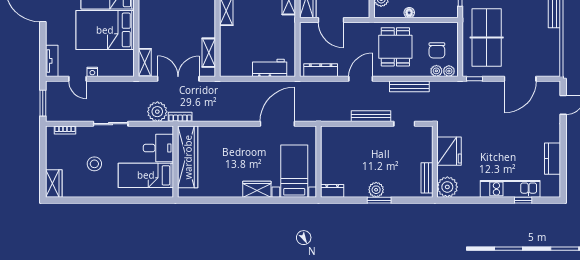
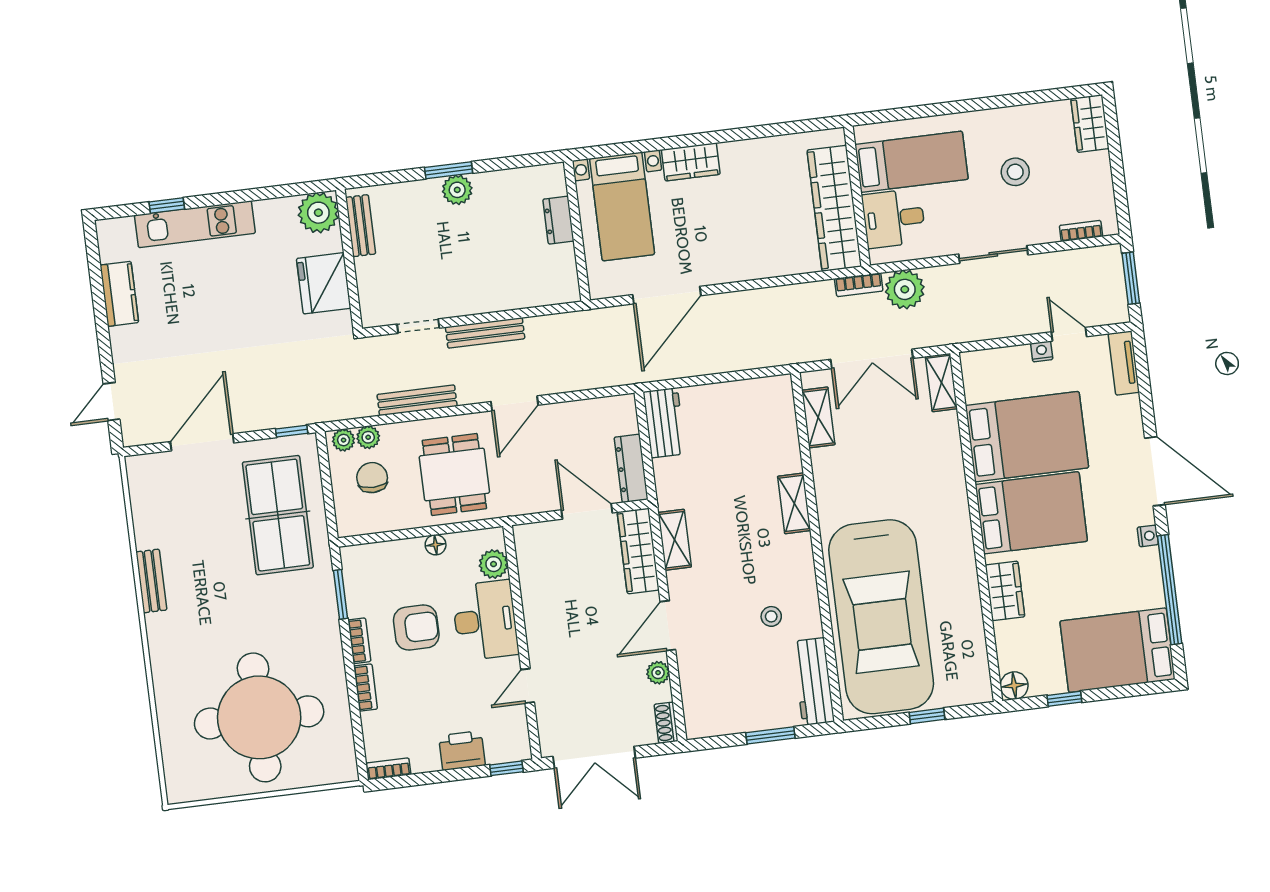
workbench: (270, 68) -> (664, 423), moved, turned -90
dresser: (321, 70) -> (631, 468), moved, turned 90
dresser: (332, 191) -> (558, 220), moved, turned 90

